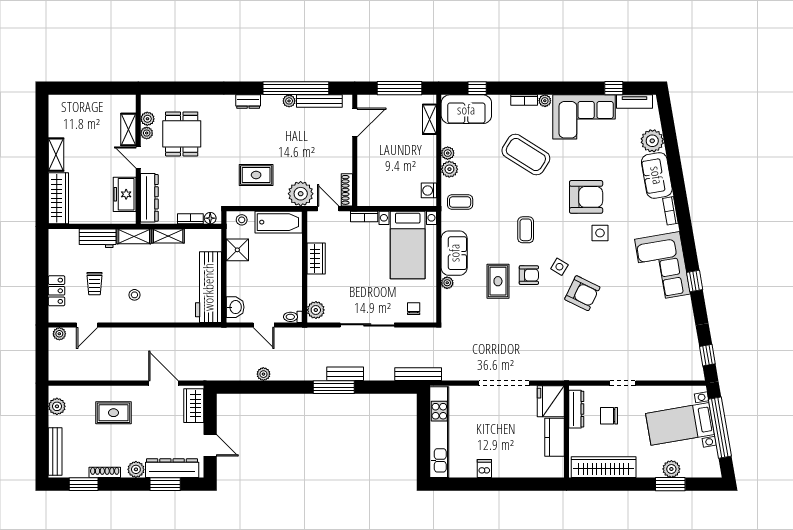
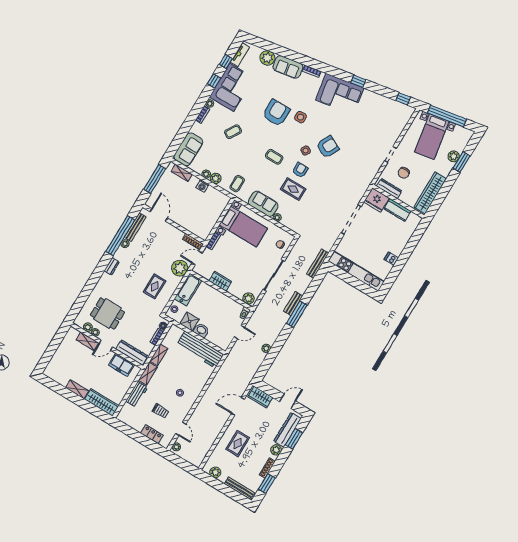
window: (477, 88) -> (214, 81), moved
coffee table: (526, 154) -> (233, 132), width x0.54, depth x0.58
washing machine: (429, 190) -> (202, 186), moved
washbasin: (235, 307) -> (201, 330), moved

